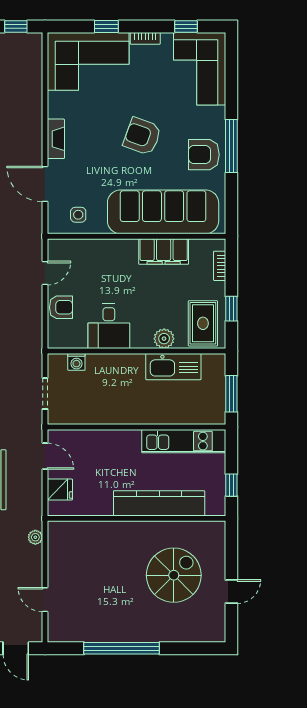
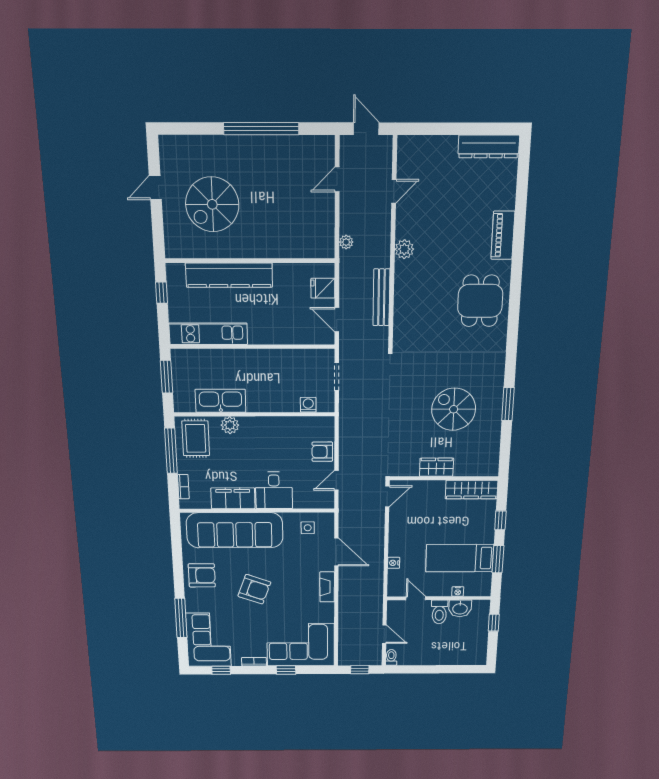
window: (231, 146) -> (181, 618), moved
window: (231, 309) -> (171, 451), width x2.17
desk: (109, 326) -> (274, 490), moved, turned 180
door: (45, 600) -> (337, 179), swing flipped

